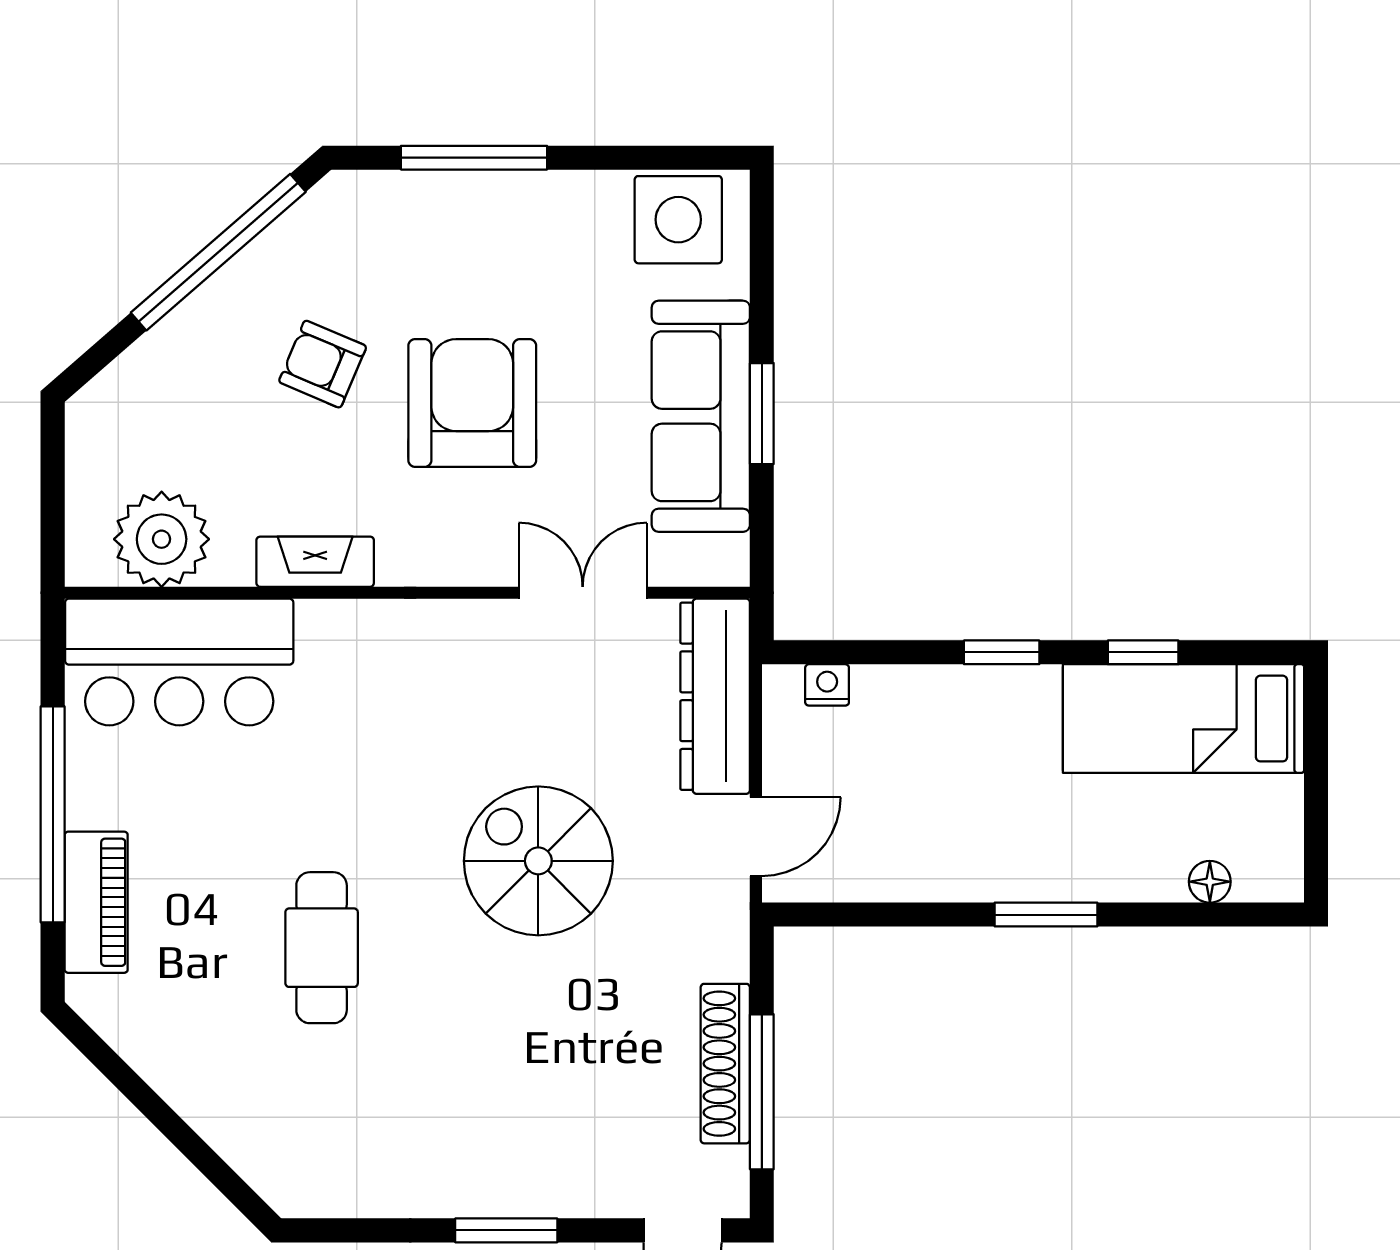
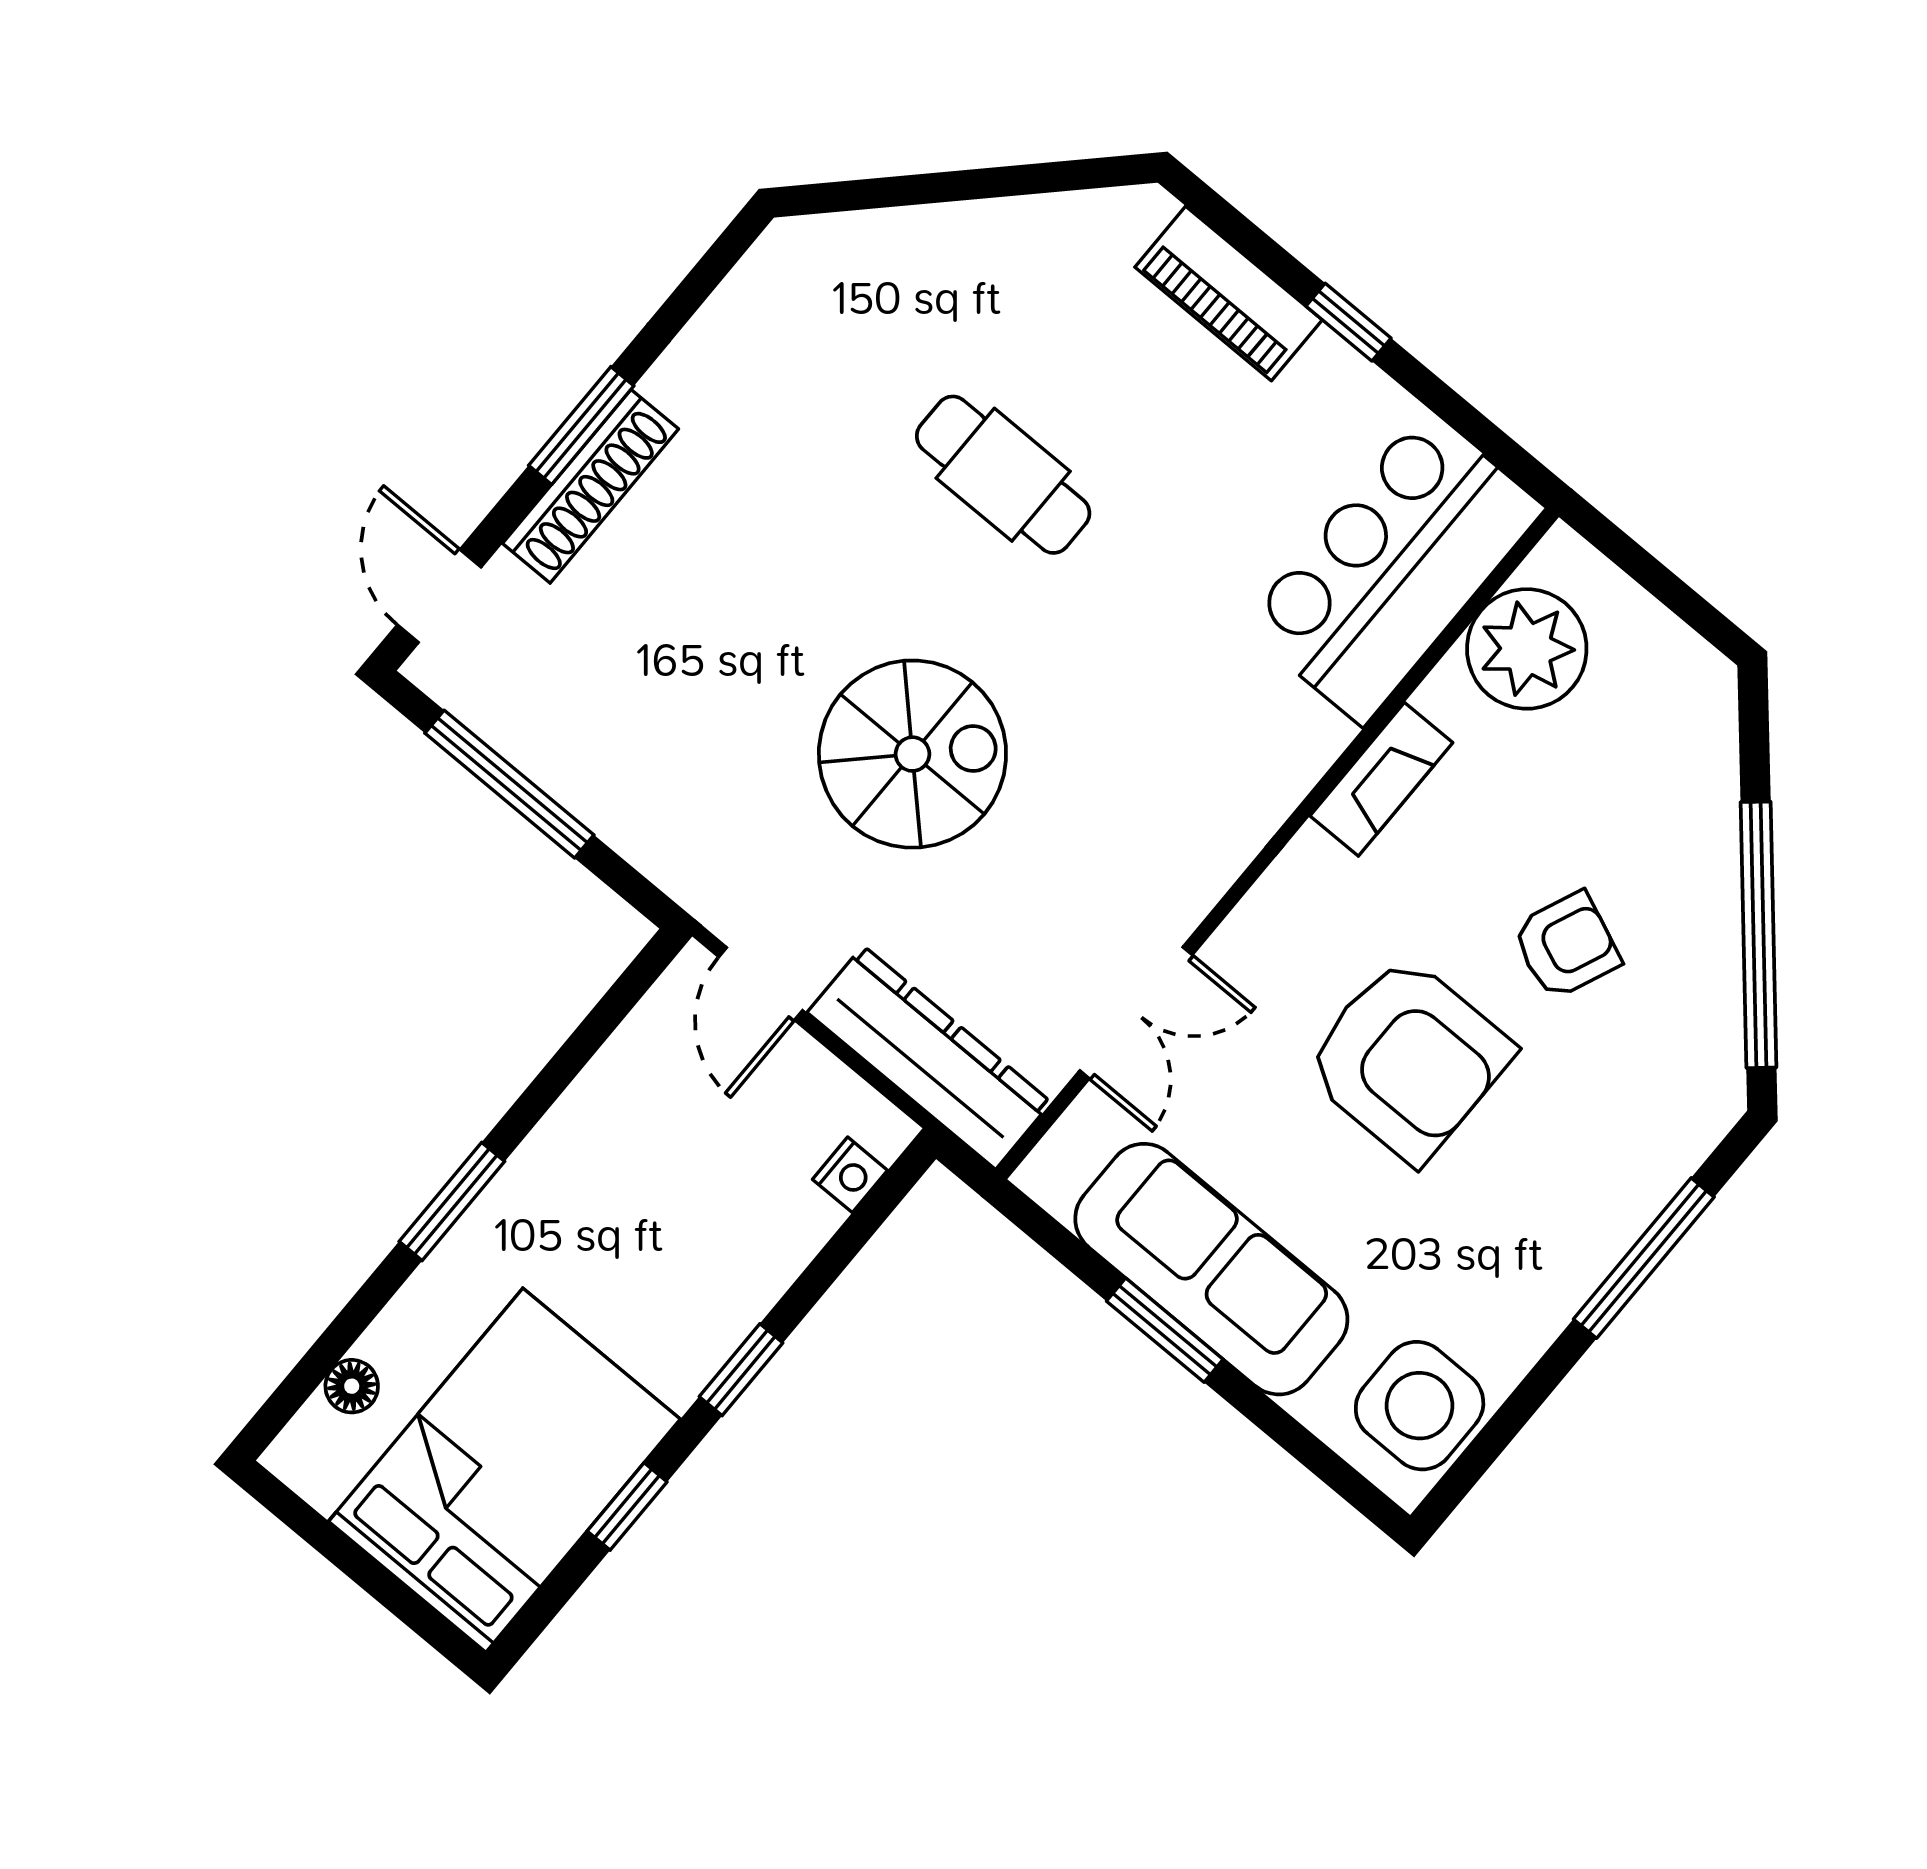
bed: (1183, 719) -> (504, 1470), width x1.50
window: (53, 814) -> (1349, 322), width x0.32
shoe rack: (725, 1064) -> (591, 486), moved, turned 90

